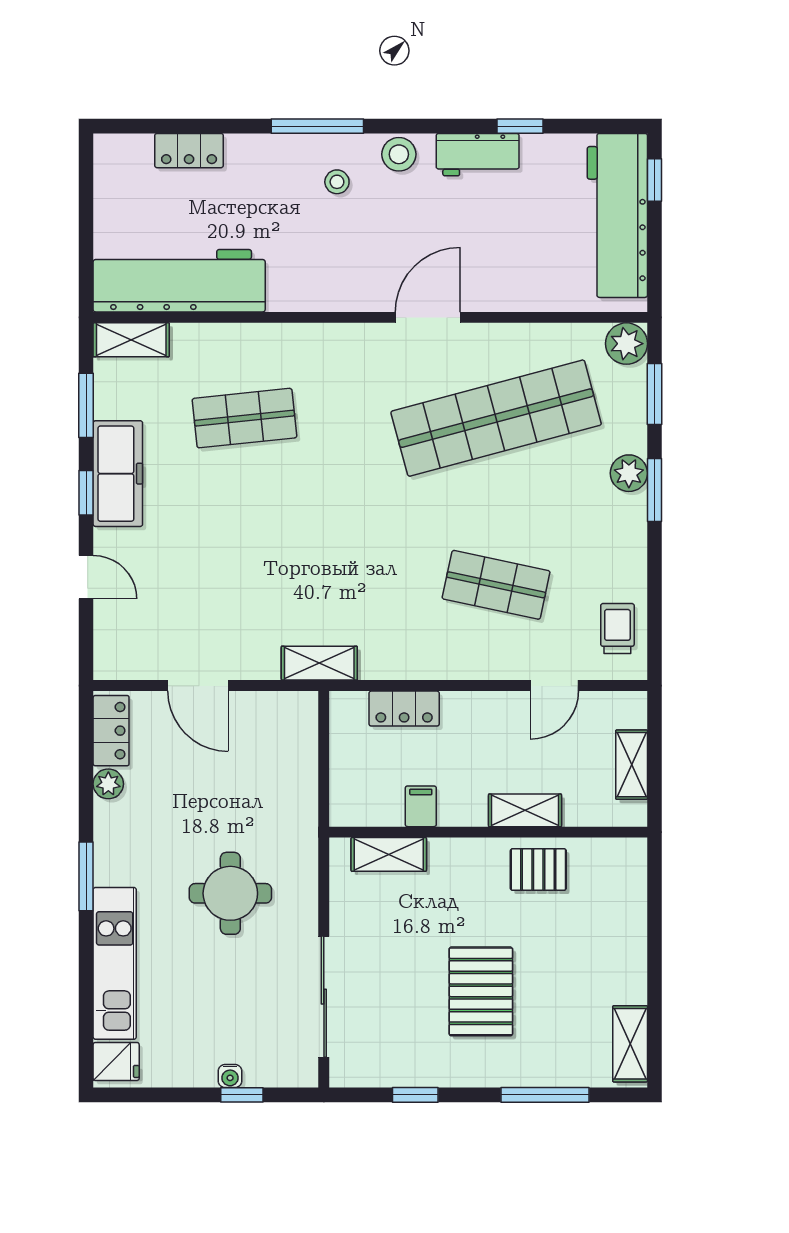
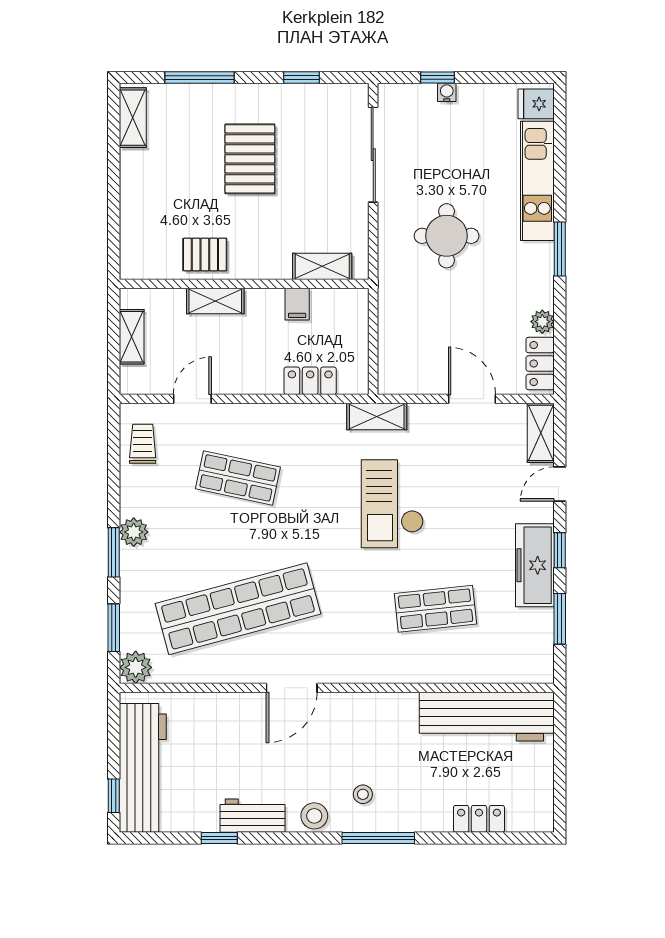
shelving: (131, 340) -> (541, 433), moved, turned 90
plant: (629, 473) -> (134, 532), moved
checkout: (299, 552) -> (392, 504), added
door: (86, 577) -> (560, 484), hinge flipped
trolley: (617, 628) -> (143, 444), turned 180

